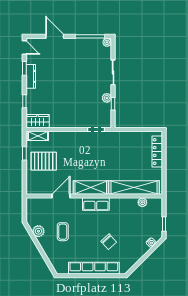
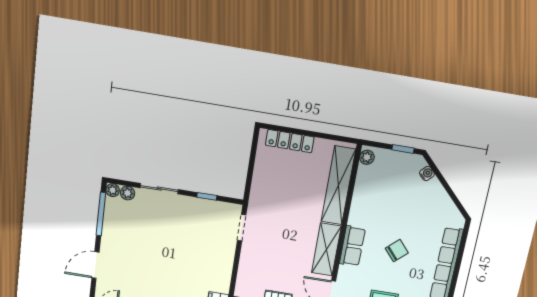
plant: (107, 98) -> (127, 193), moved
plant: (142, 202) -> (367, 157), moved
chair: (109, 242) -> (397, 251), moved

